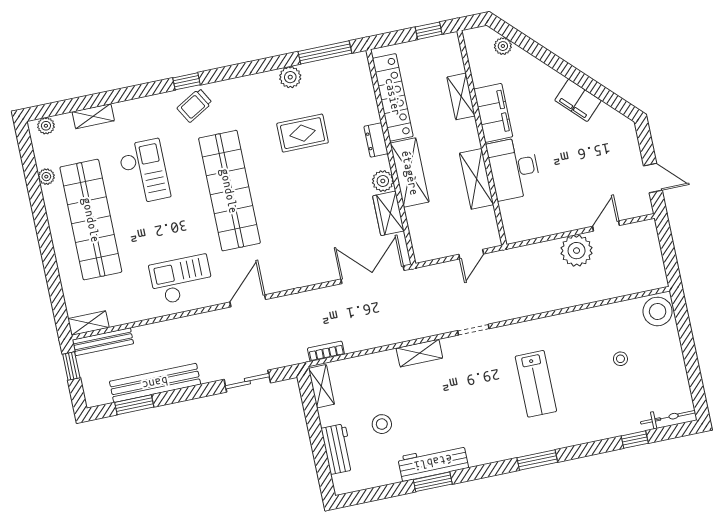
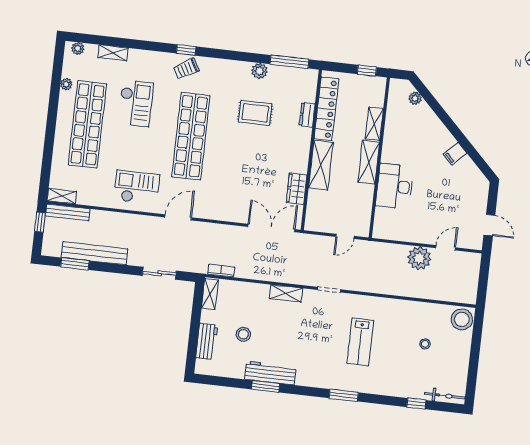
filing cabinet: (578, 100) -> (455, 154), width x0.50
filing cabinet: (493, 113) -> (393, 143), removed
dresser: (376, 140) -> (307, 115), moved
shelving: (477, 179) -> (369, 162), moved
plant: (383, 181) -> (300, 165), removed

